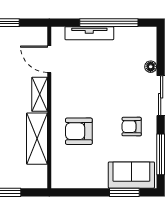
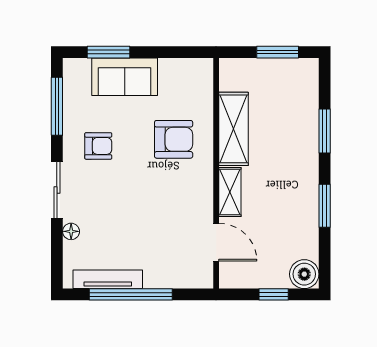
tv unit: (89, 33) -> (108, 279), moved
sofa: (131, 175) -> (125, 77), moved

